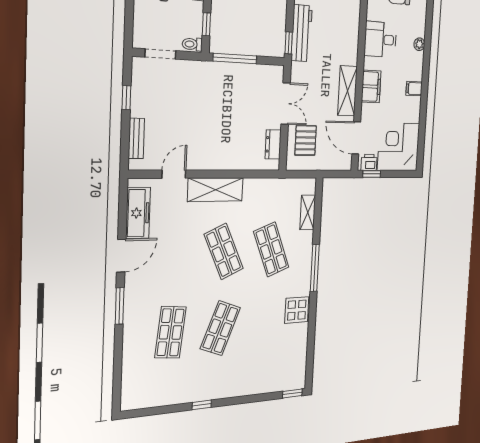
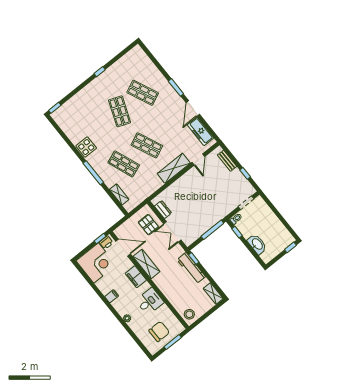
shop shelf: (170, 332) -> (143, 93), turned -30

